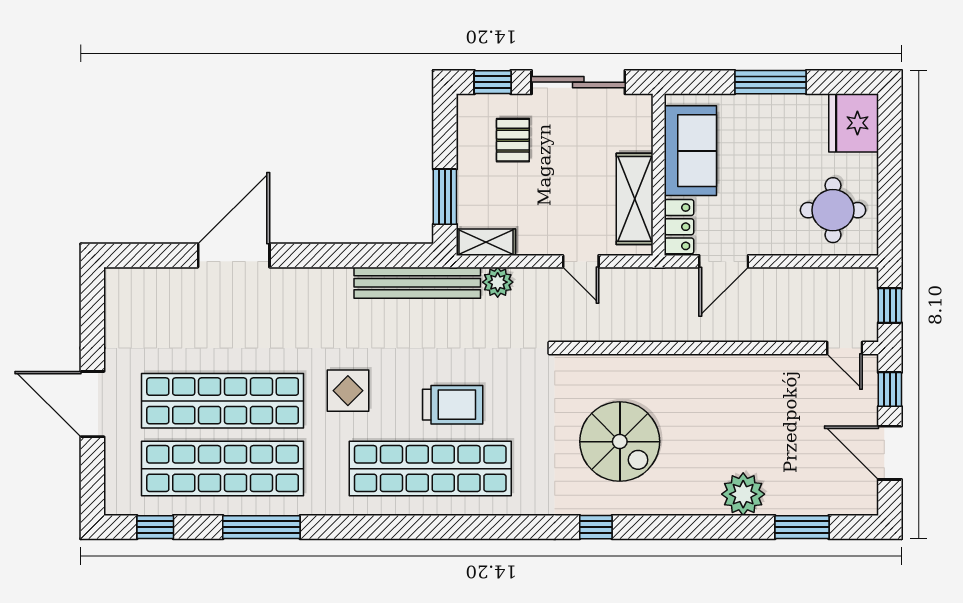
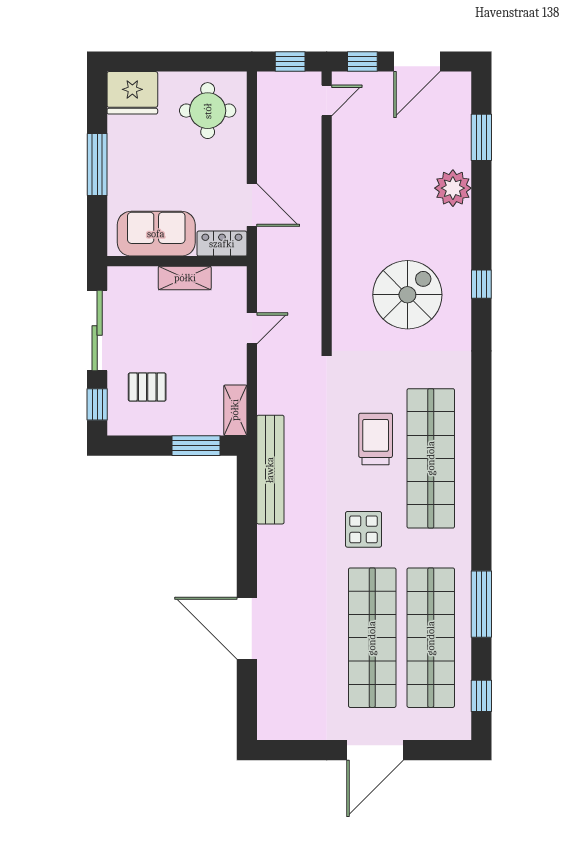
shelving: (635, 199) -> (185, 278), width x0.67, depth x0.75
plant: (498, 282) -> (270, 400), removed
window: (596, 527) -> (481, 284), moved

